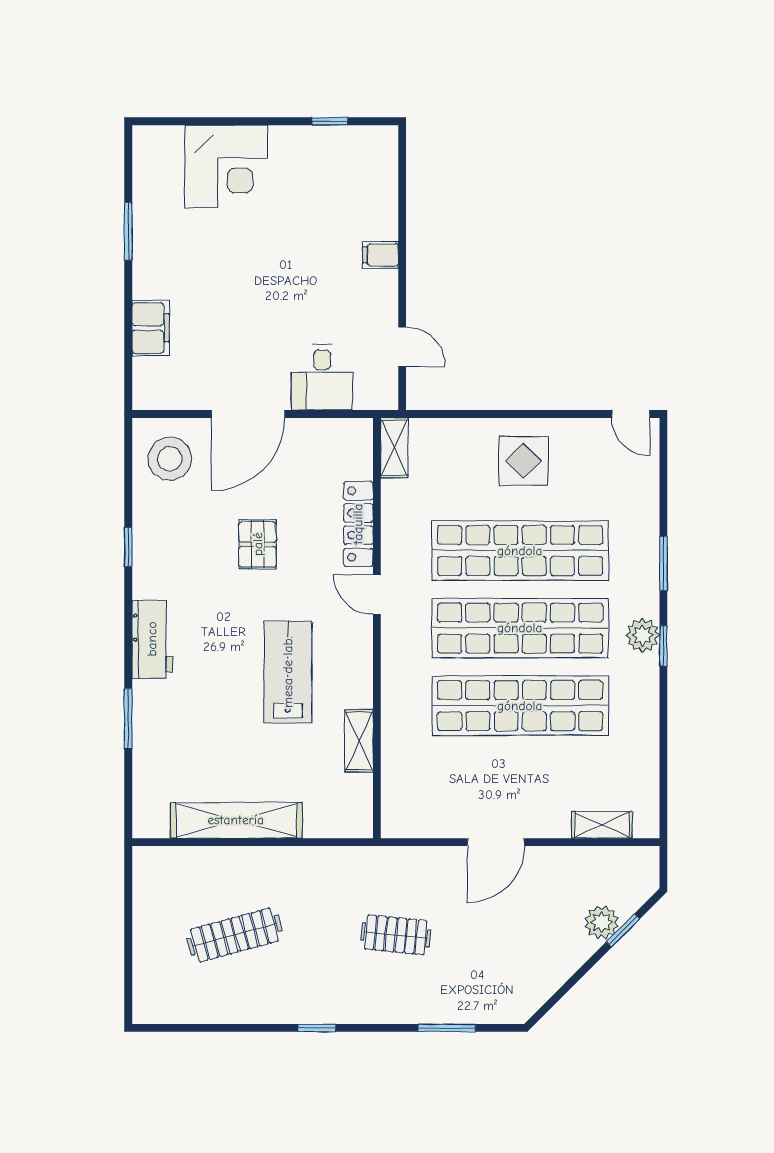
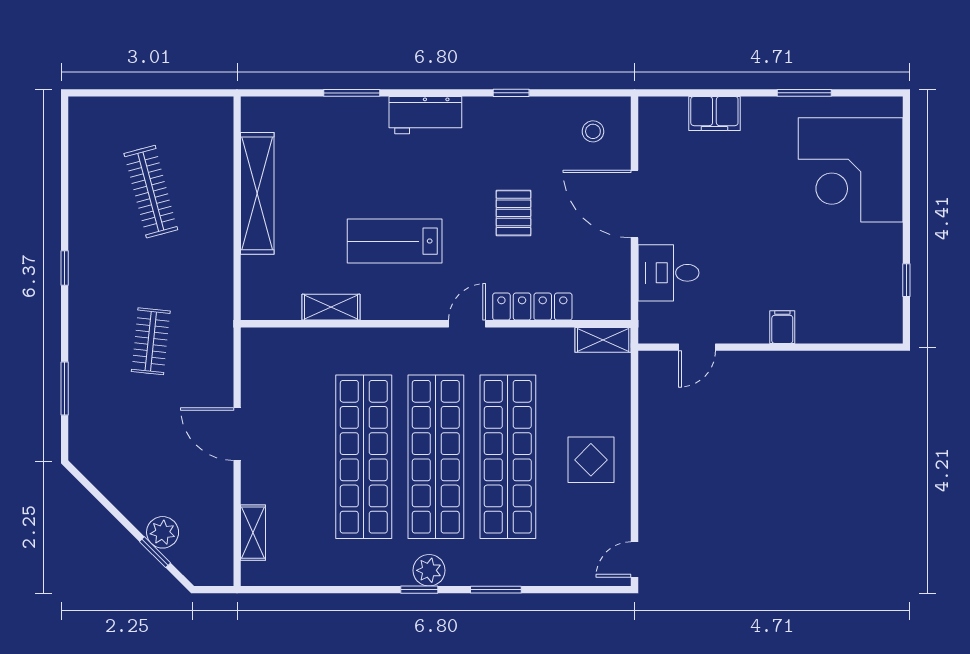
corner desk: (226, 166) -> (851, 170), width x1.36, depth x1.36
stool: (170, 459) -> (593, 131), width x0.53, depth x0.53
pallet: (258, 544) -> (513, 213), turned 90
lab bench: (288, 672) -> (395, 241), turned 180

